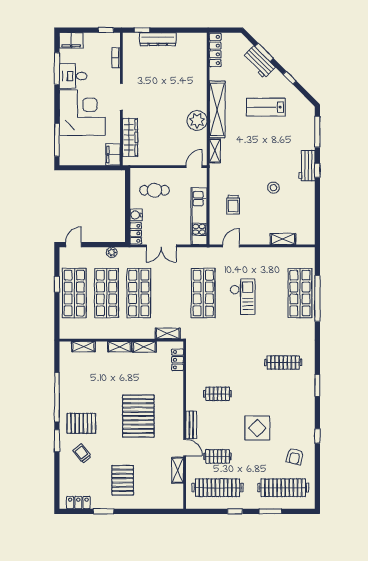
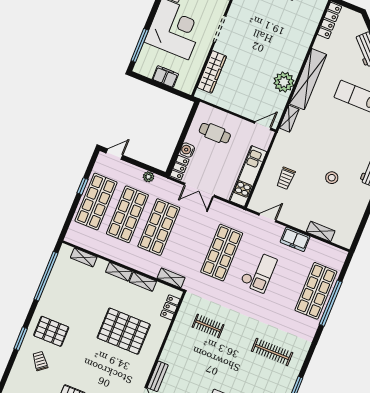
filing cabinet: (113, 154) -> (165, 77), moved, turned 90
freezer: (263, 255) -> (295, 239), added
clothes rail: (218, 394) -> (208, 326), moved
window: (57, 397) -> (46, 276), moved
pallet: (138, 416) -> (124, 331), moved, turned 90

